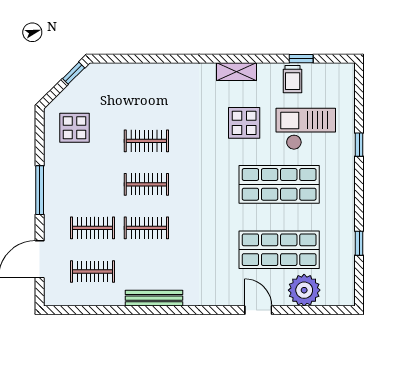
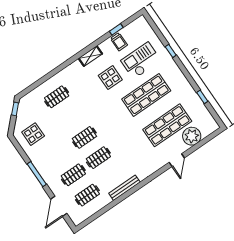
clothes rail: (146, 141) -> (57, 97), moved
door: (258, 310) -> (177, 160), swing flipped

